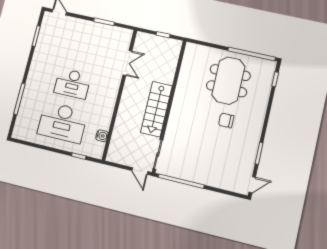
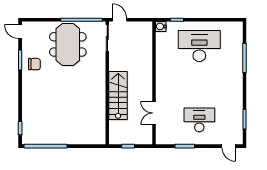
meeting table: (228, 81) -> (68, 44), moved
desk: (72, 84) -> (199, 120), moved
stairs: (156, 109) -> (118, 96), moved
chair: (226, 120) -> (34, 64), moved
water cooler: (102, 136) -> (161, 26), moved
door: (252, 185) -> (20, 32), hinge flipped

